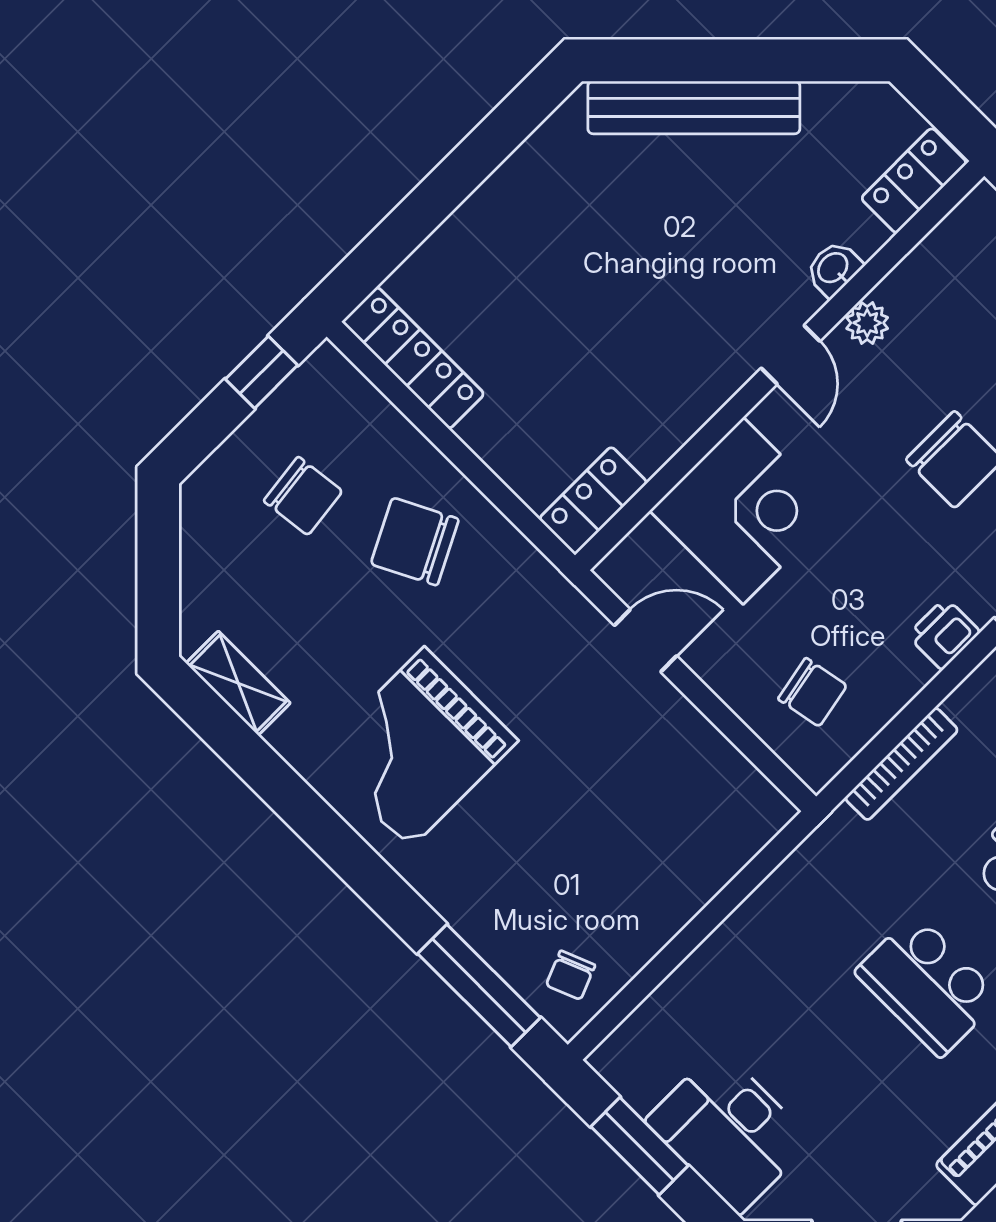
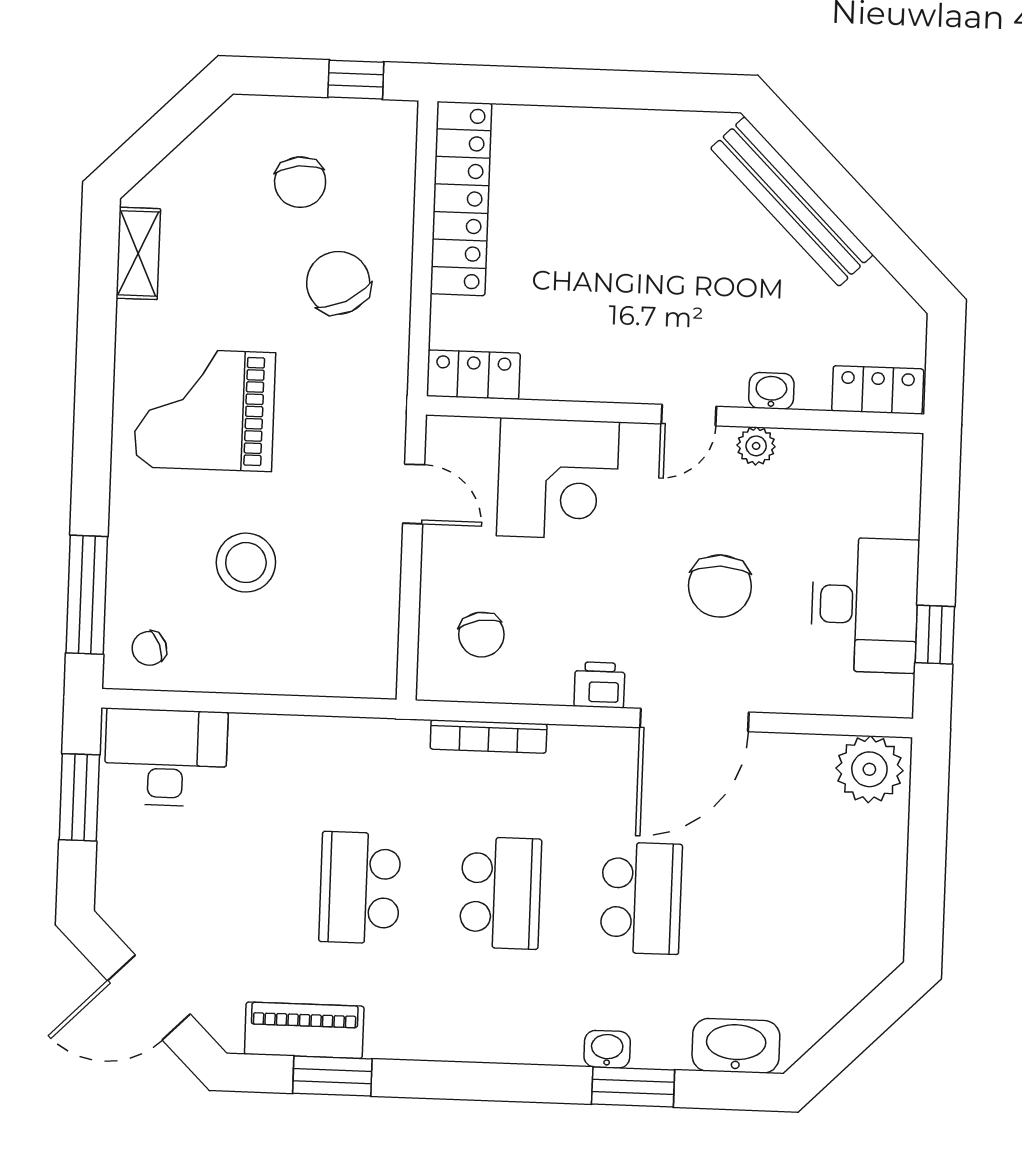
locker: (413, 358) -> (461, 199), width x1.41, depth x1.21
stool: (574, 831) -> (246, 563), added
desk: (729, 1131) -> (166, 757), moved, turned 90

